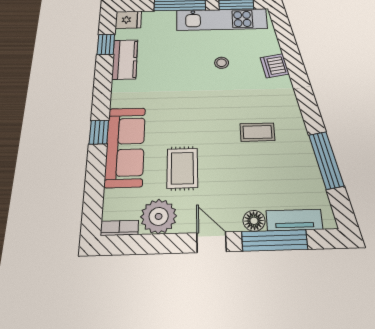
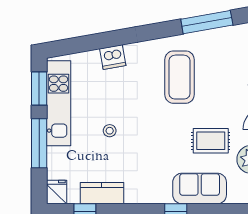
stool: (222, 63) -> (110, 131), moved
coffee table: (257, 132) -> (180, 77), width x1.86, depth x1.72
sofa: (125, 147) -> (200, 189), width x0.73

